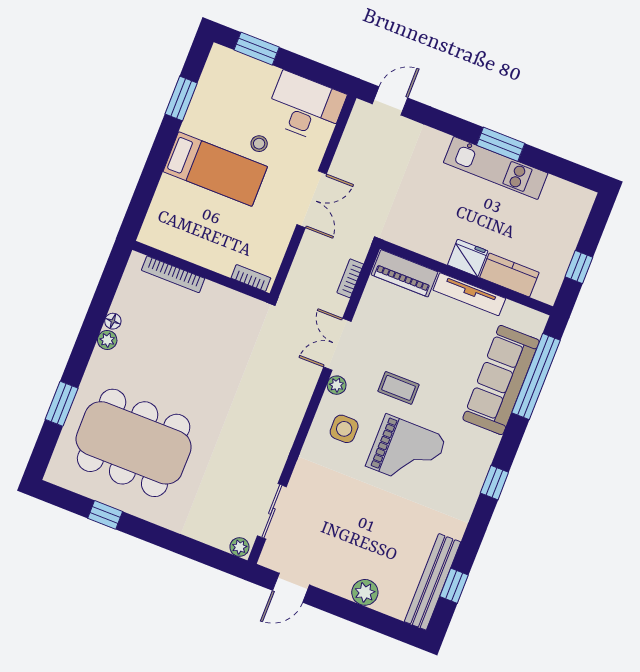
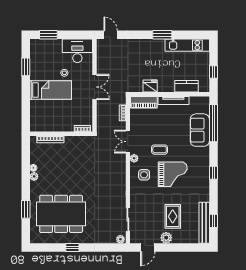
door: (390, 101) -> (111, 35), hinge flipped
kitchen unit: (496, 168) -> (187, 45), moved
fridge: (468, 258) -> (150, 86), moved
sofa: (501, 380) -> (200, 130), width x0.73
window: (105, 515) -> (72, 248), moved
rug: (371, 542) -> (173, 216), added
plant: (365, 592) -> (166, 238), moved

